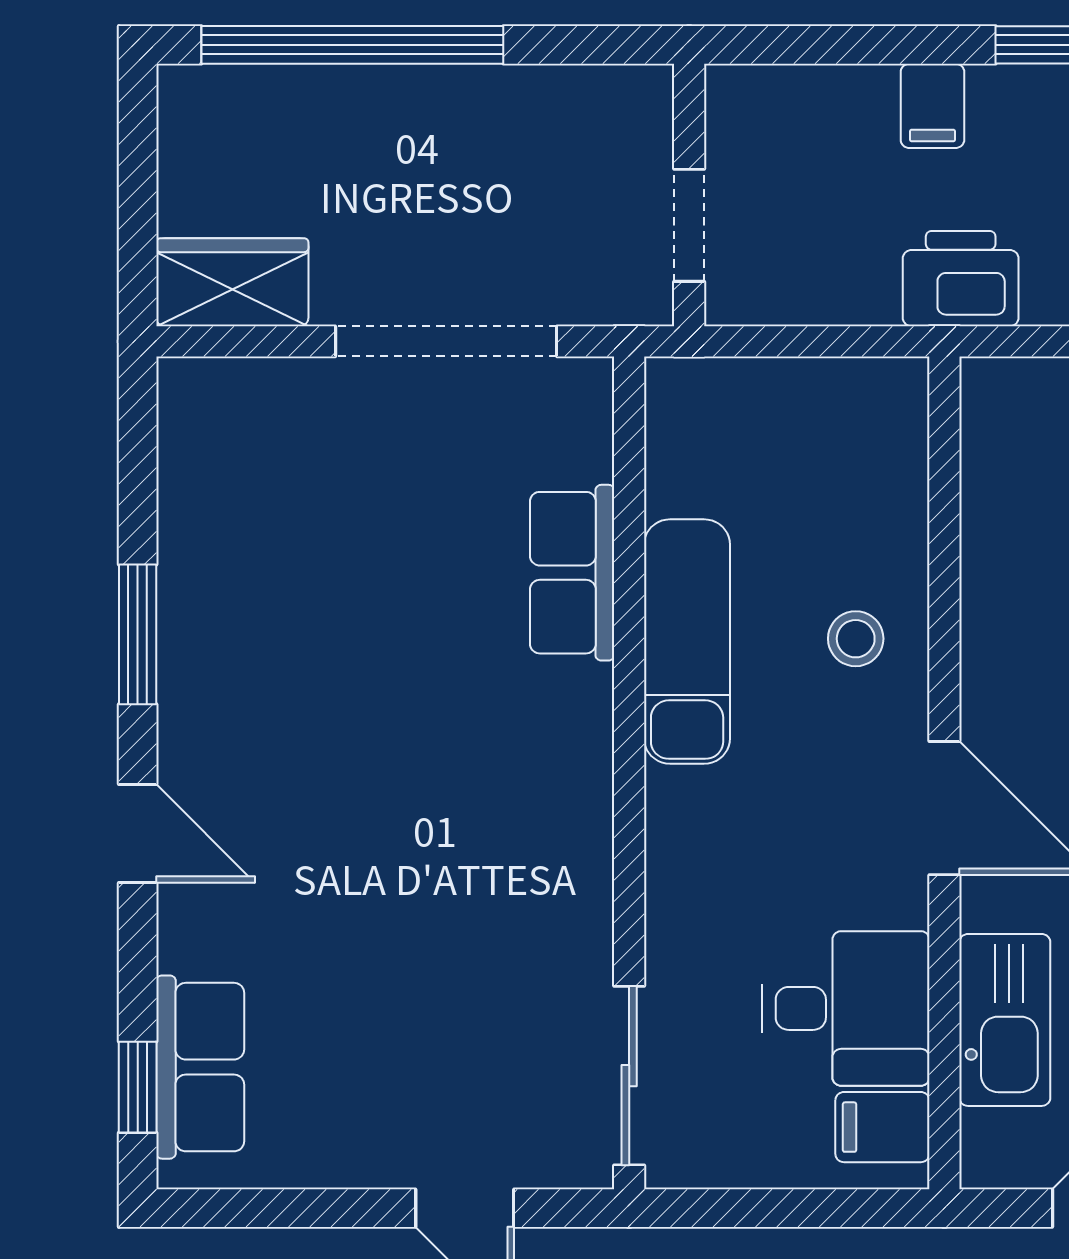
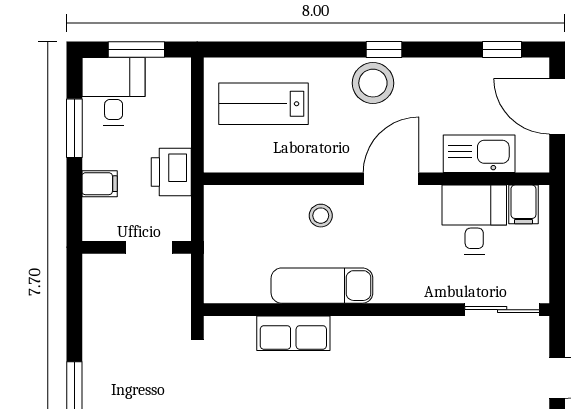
wall: (689, 195) -> (137, 247), moved
doorway: (689, 225) -> (149, 247), moved

